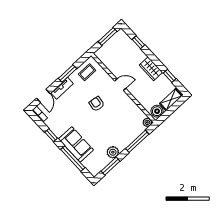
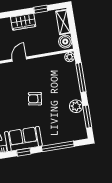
armchair: (97, 104) -> (35, 99), moved
sofa: (76, 144) -> (23, 139), moved

